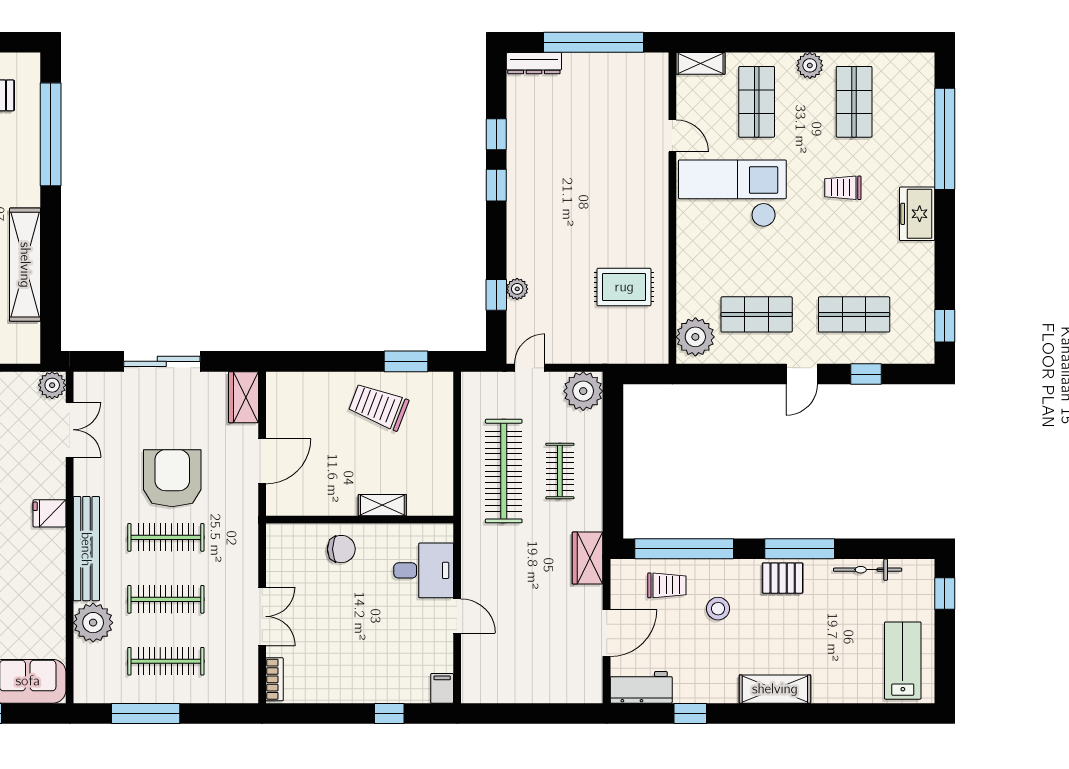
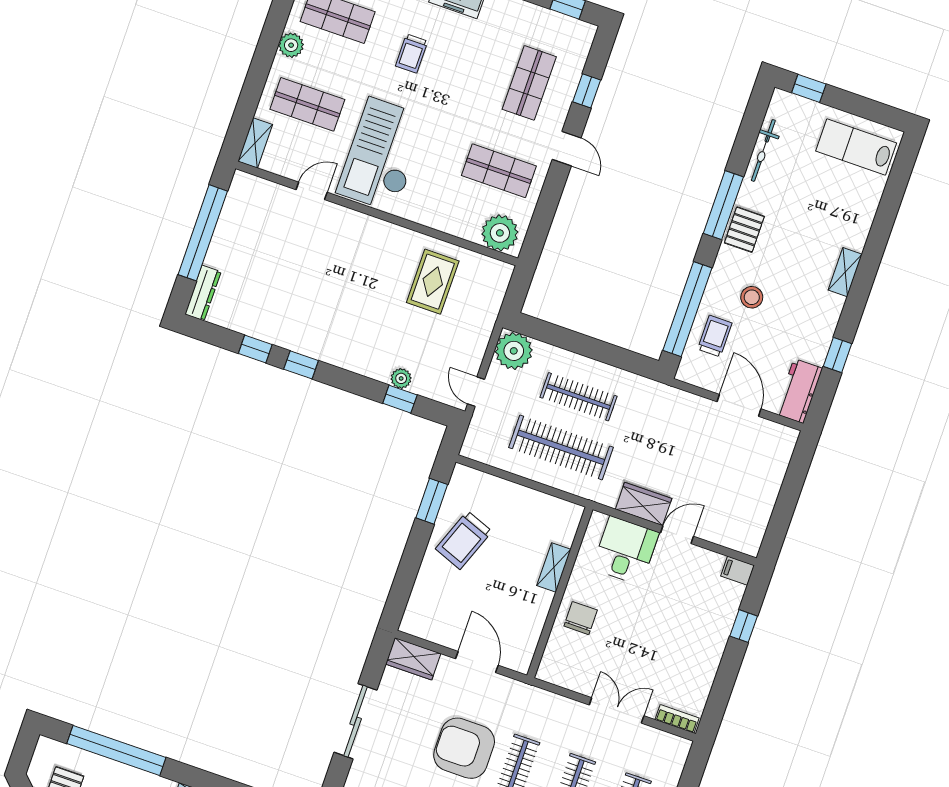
shop shelf: (757, 314) -> (499, 171), turned 90
clothes rail: (560, 471) -> (579, 397), width x1.36
wardrobe: (588, 558) -> (644, 504), moved, turned 180
shelving: (775, 689) -> (845, 272), width x0.67, depth x0.75

